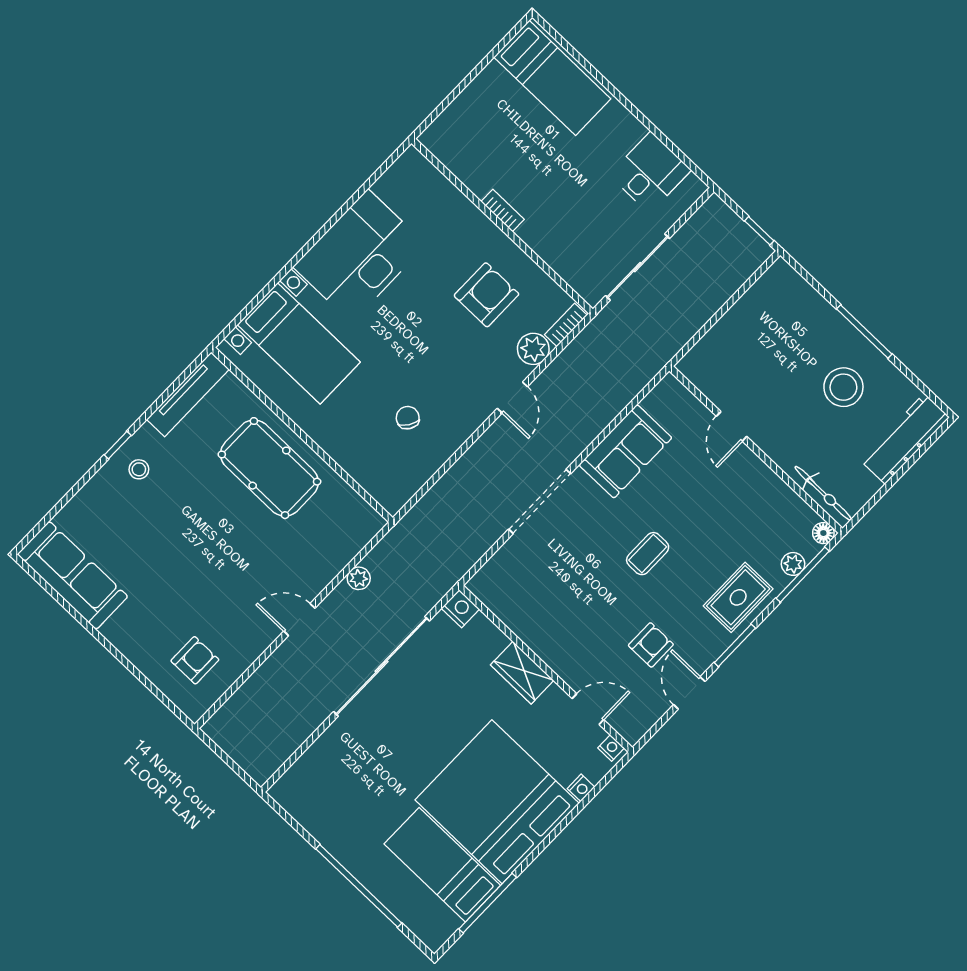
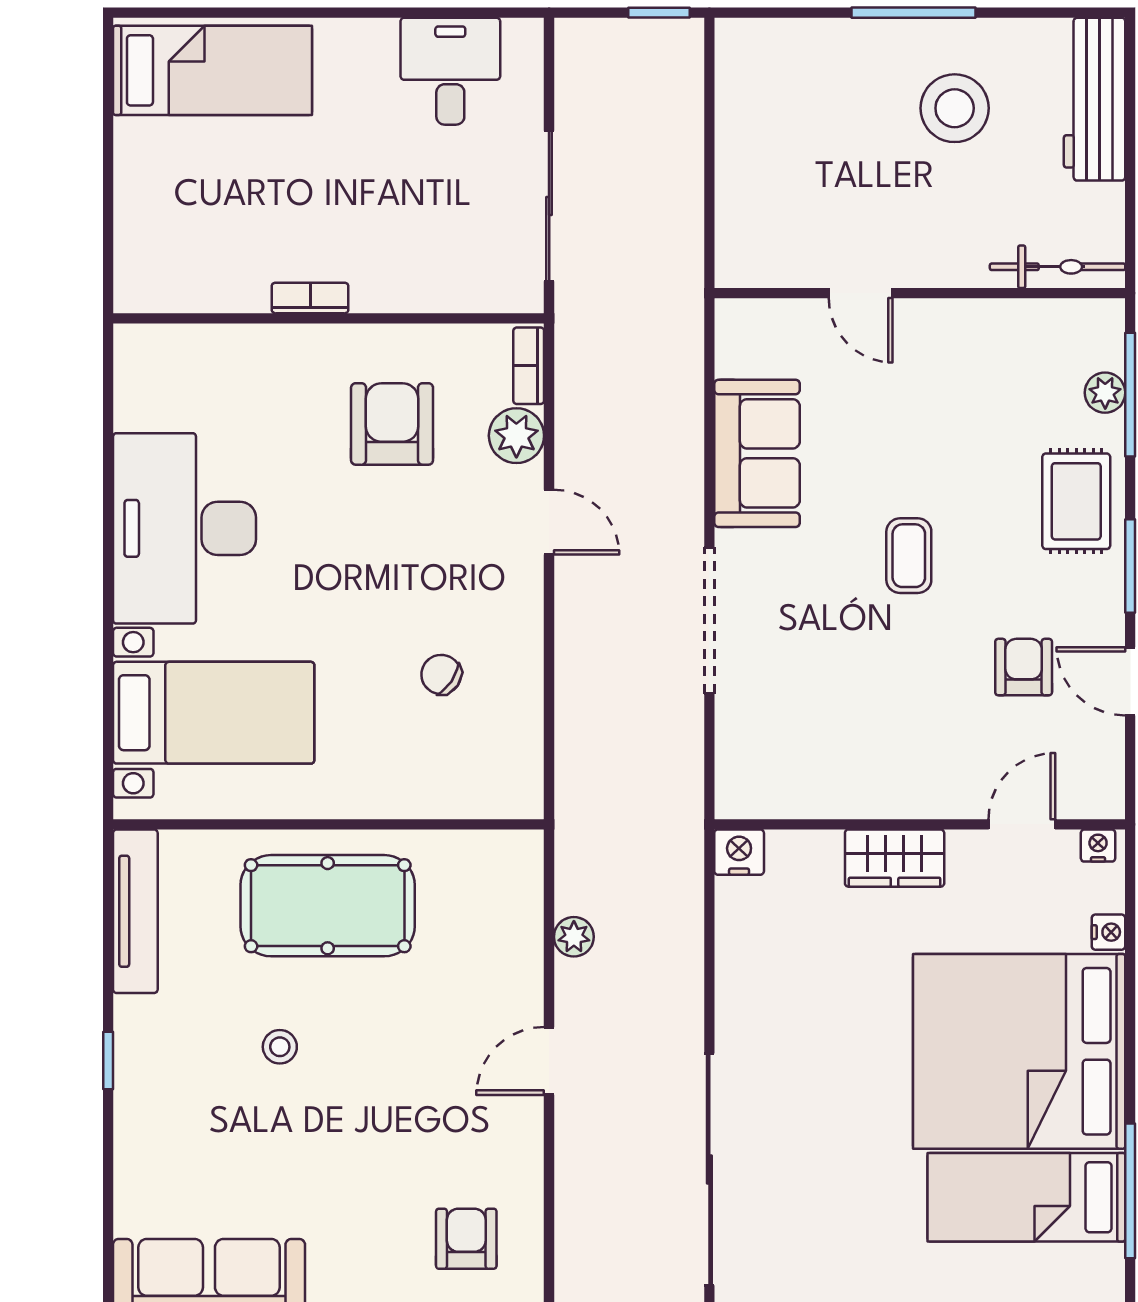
stool: (139, 469) -> (280, 1047), moved
floor lamp: (823, 533) -> (1106, 317), removed
sliding door: (381, 666) -> (709, 1169), moved

